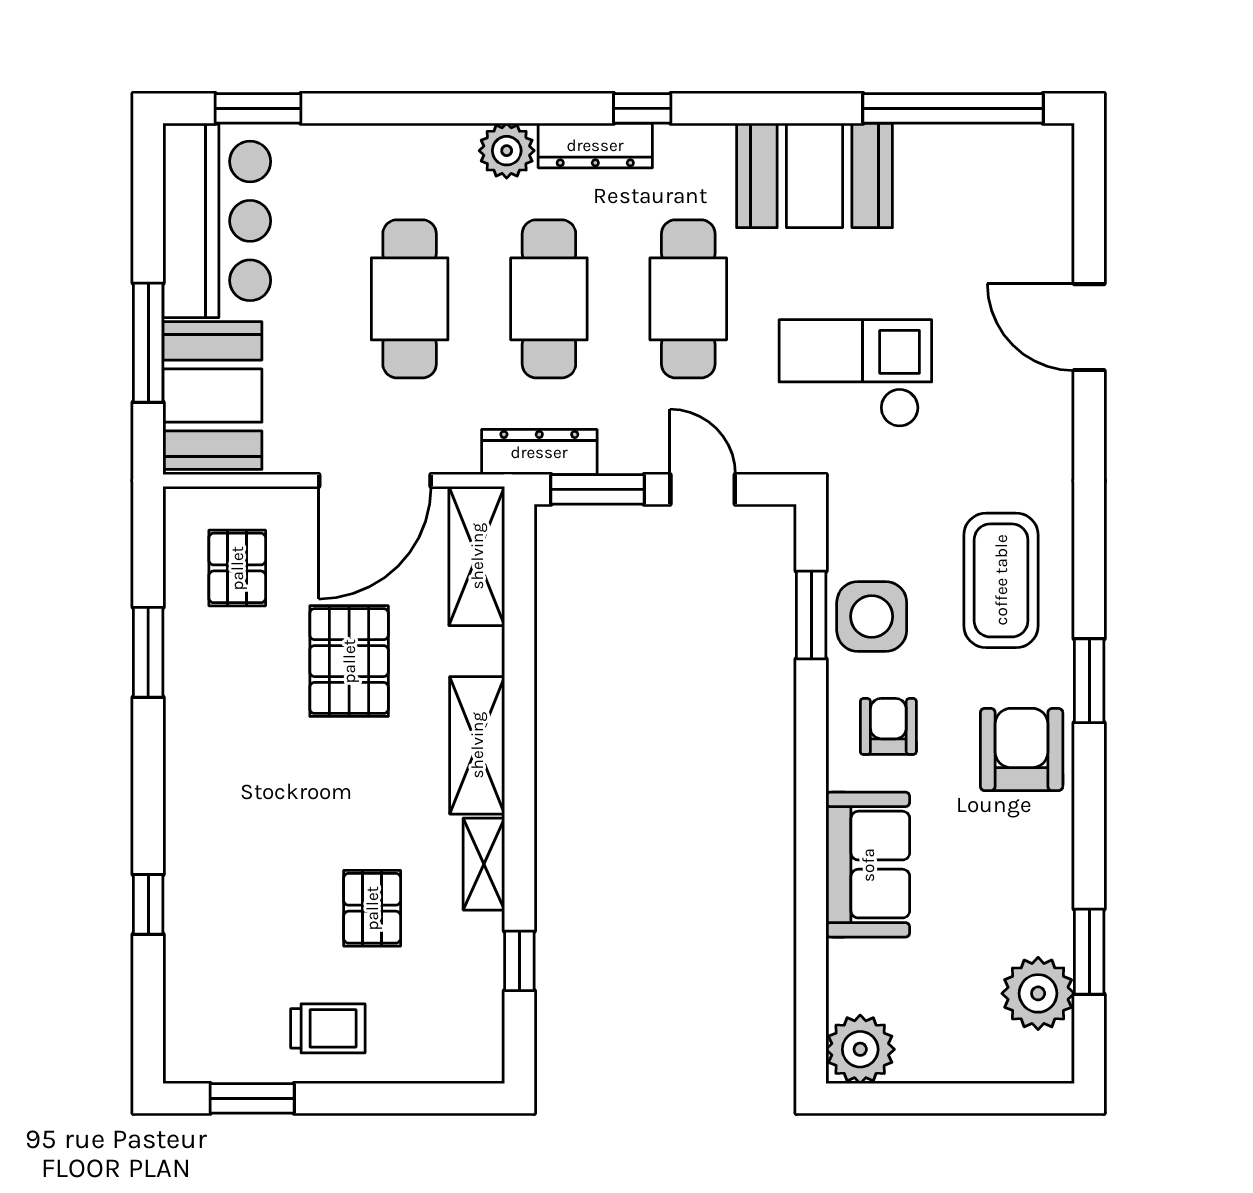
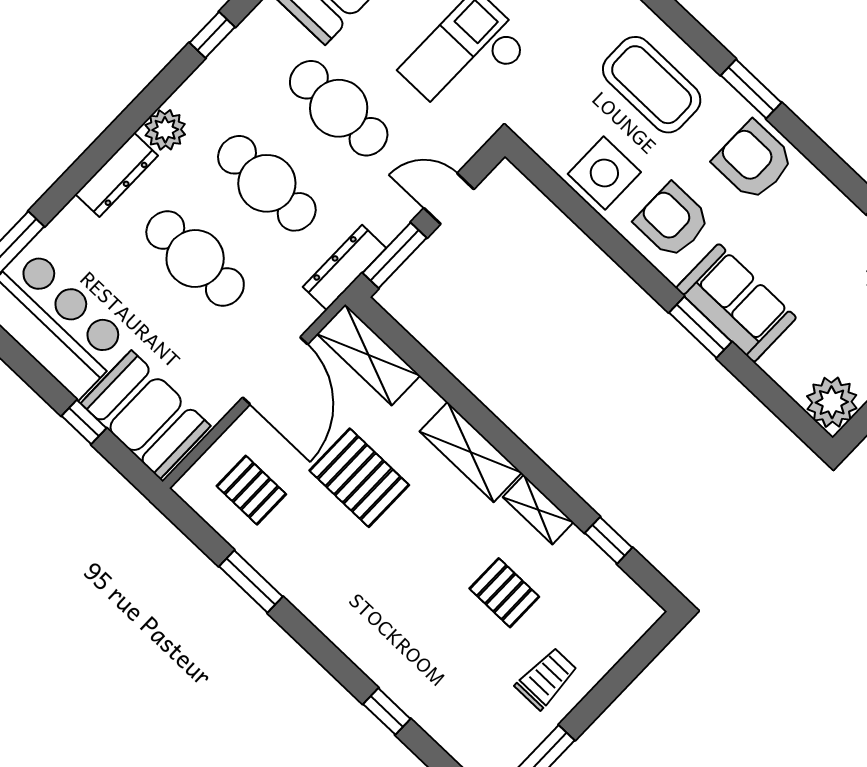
dresser: (595, 145) -> (117, 175), moved
window: (148, 343) -> (84, 422), width x0.46
window: (811, 615) -> (700, 327), moved
armchair: (888, 726) -> (672, 221), width x1.38, depth x1.38

